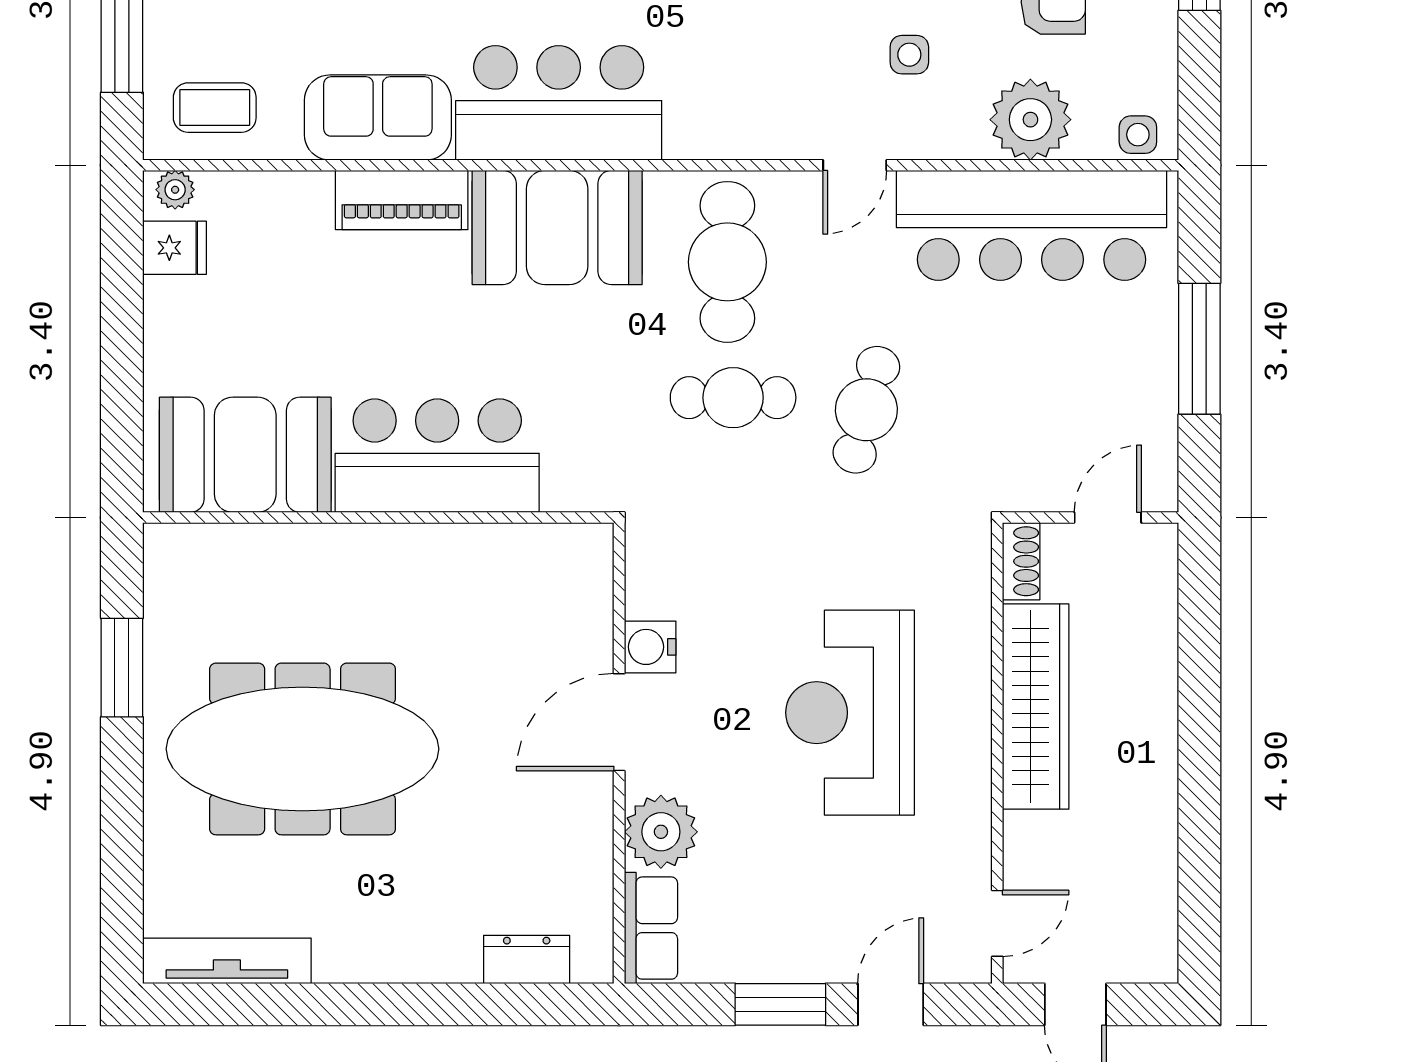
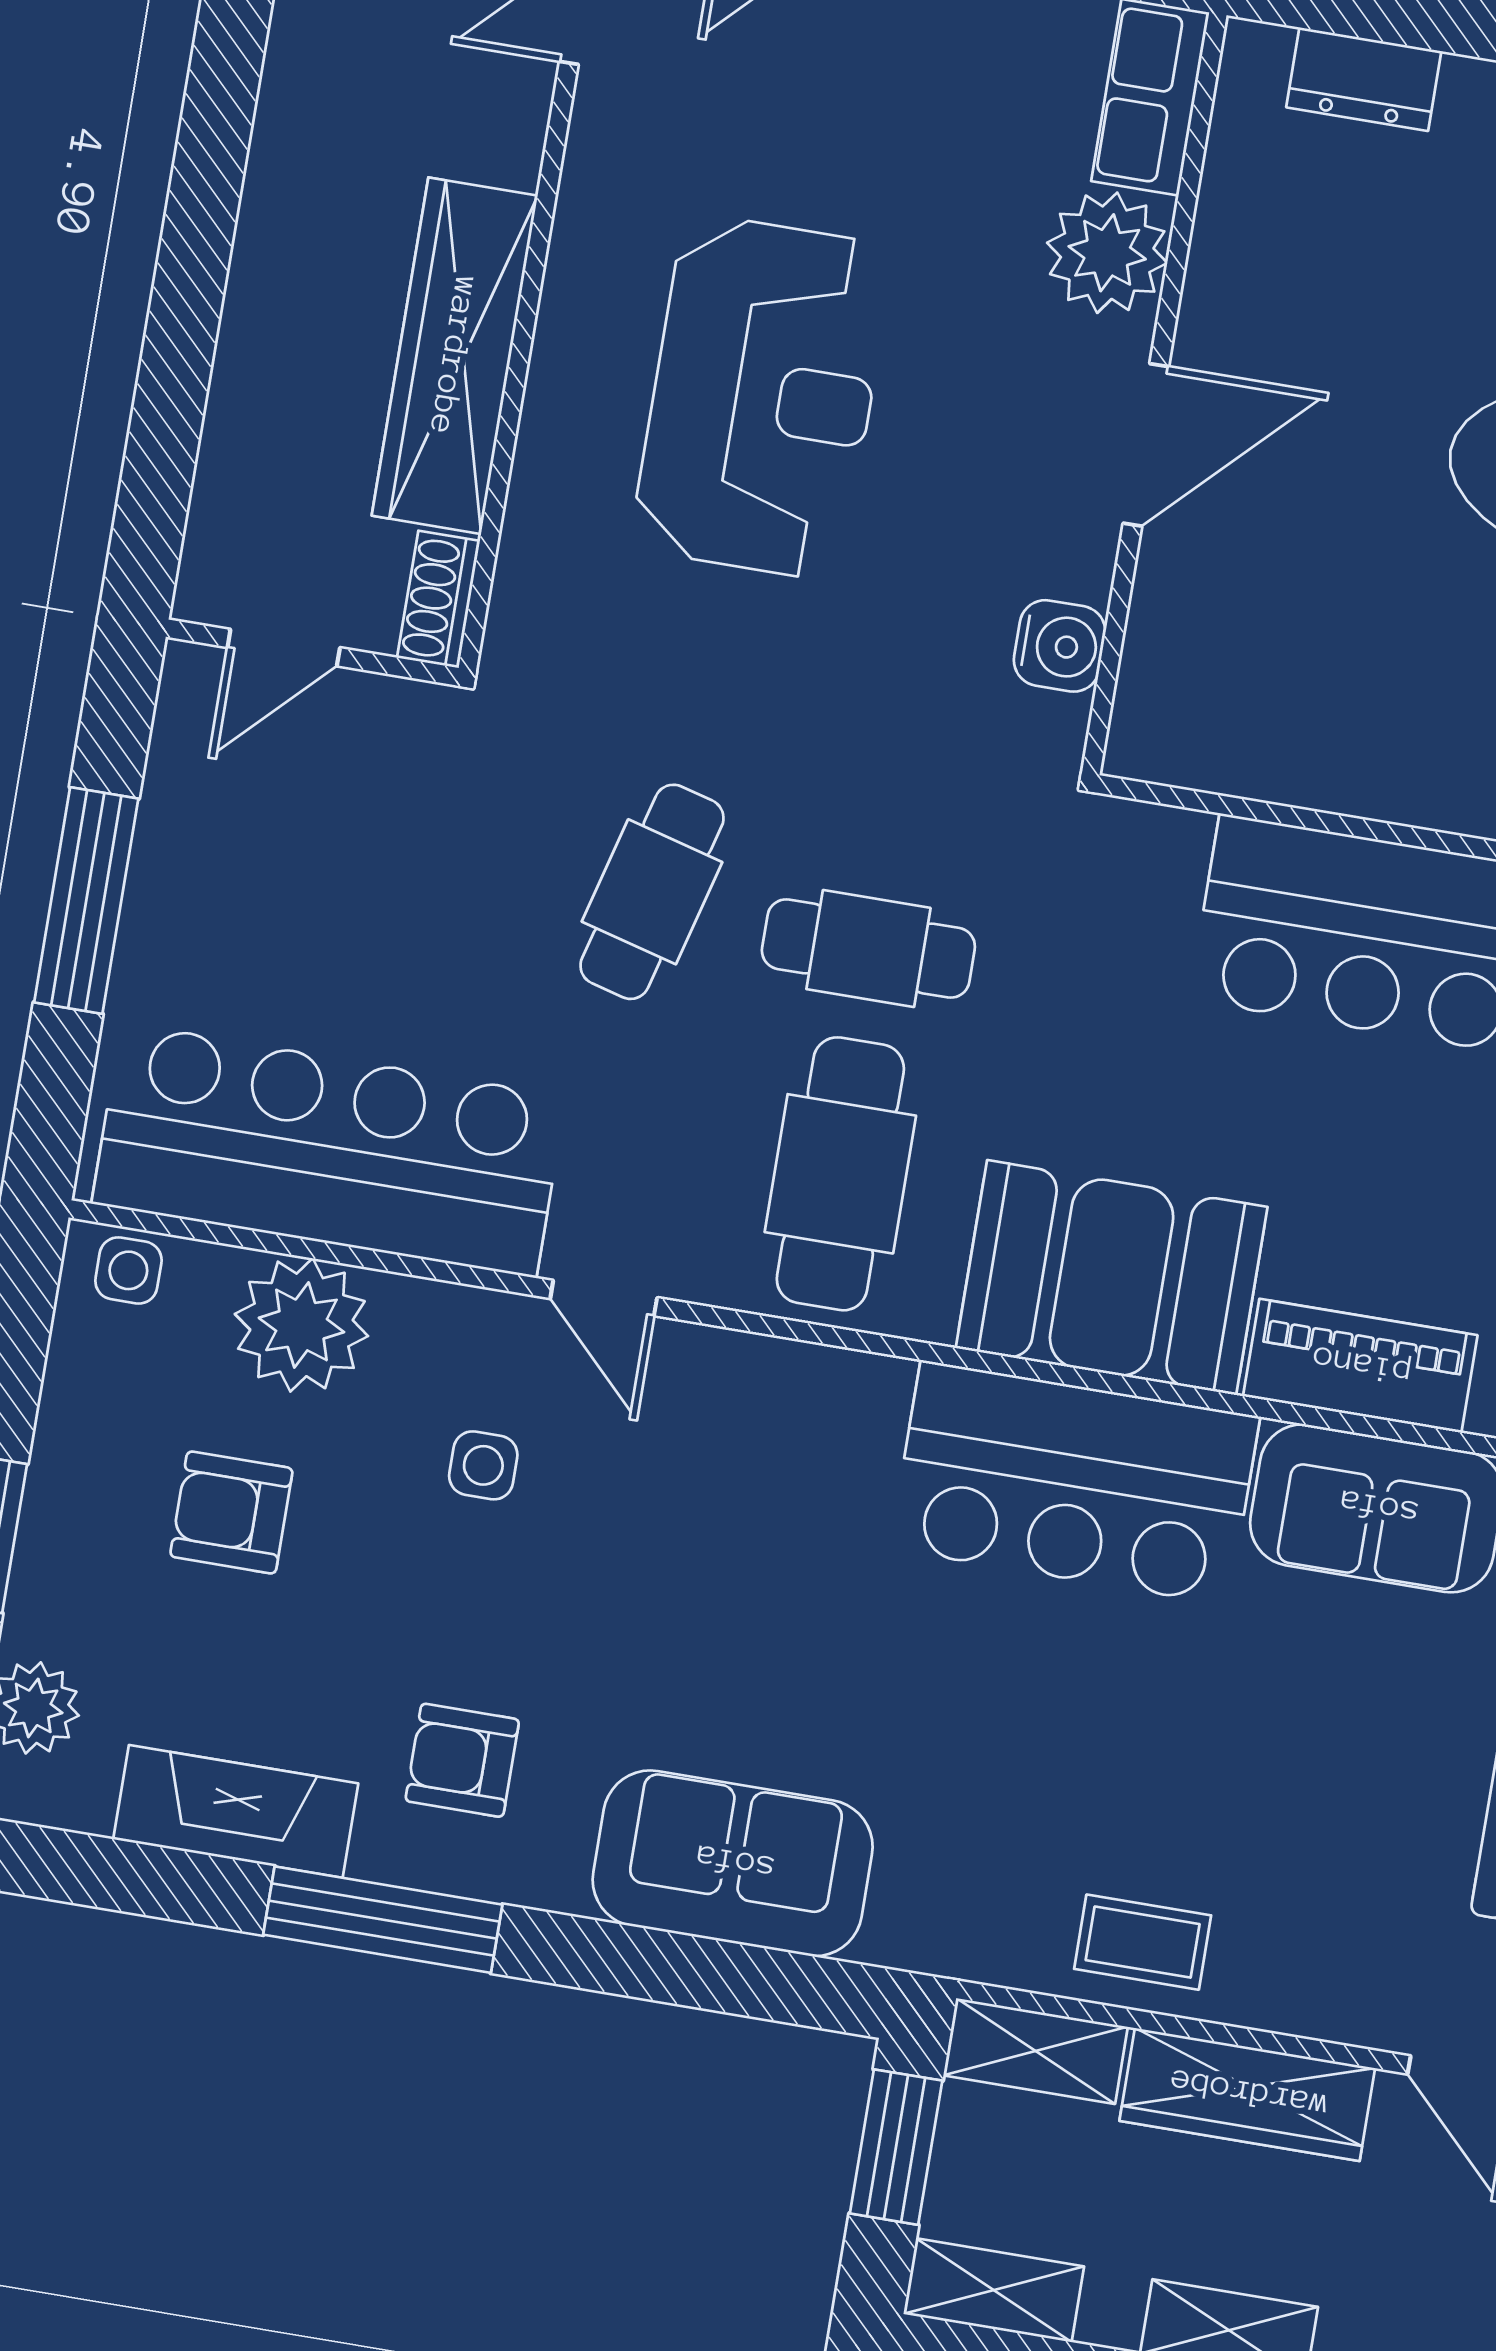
door: (855, 165) -> (604, 1298), swing flipped
water cooler: (650, 647) -> (1060, 646), moved

